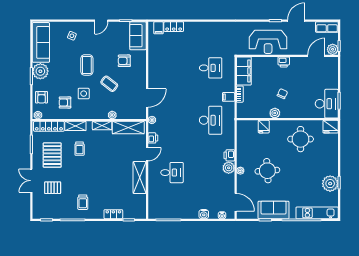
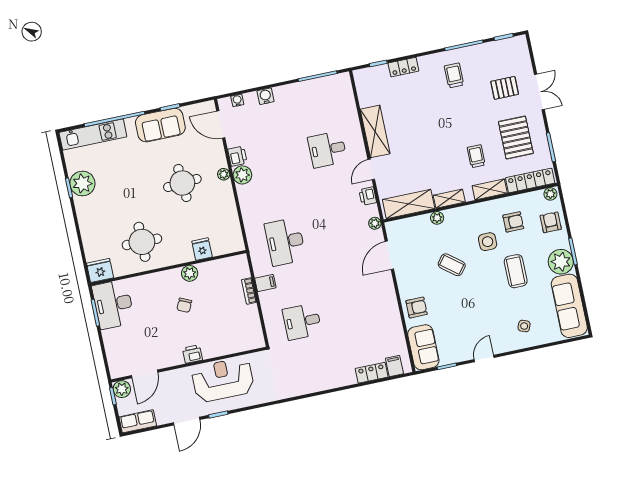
armchair: (124, 61) -> (417, 308), moved
coffee table: (87, 65) -> (516, 271), moved
filing cabinet: (244, 71) -> (250, 328), removed
printer: (229, 155) -> (237, 156), moved

